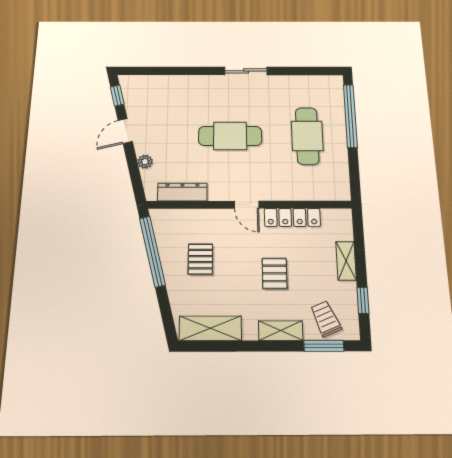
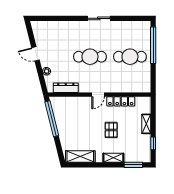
window: (117, 96) -> (30, 33), removed
door: (125, 131) -> (36, 54), hinge flipped
cafe table: (307, 136) -> (130, 57), turned 90
door: (247, 205) -> (98, 95), hinge flipped
pallet: (200, 259) -> (75, 123), removed
trolley: (326, 319) -> (135, 152), removed

